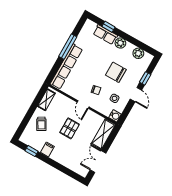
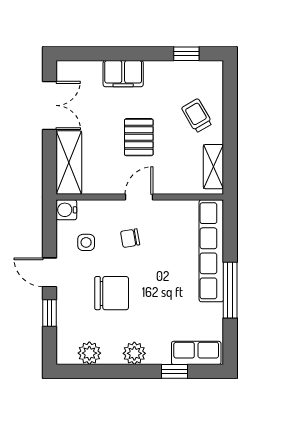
row of seats: (105, 35) -> (196, 353), moved
door: (83, 104) -> (139, 197), hinge flipped
filing cabinet: (47, 149) -> (123, 74), moved, width x2.00

